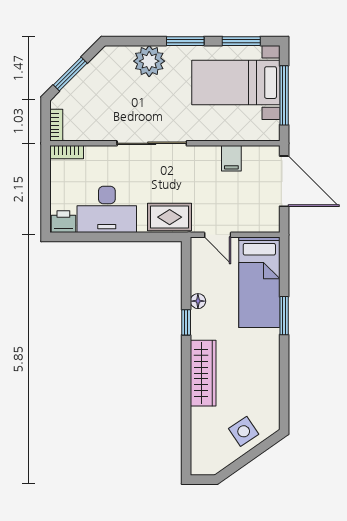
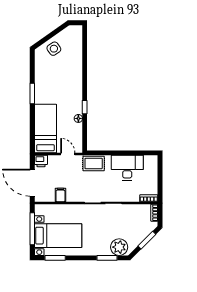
window: (185, 41) -> (107, 258), moved
plant: (149, 61) -> (119, 247), moved
printer: (63, 222) -> (41, 161), moved
window: (284, 316) -> (32, 94), moved
wardrobe: (203, 373) -> (76, 80), removed

